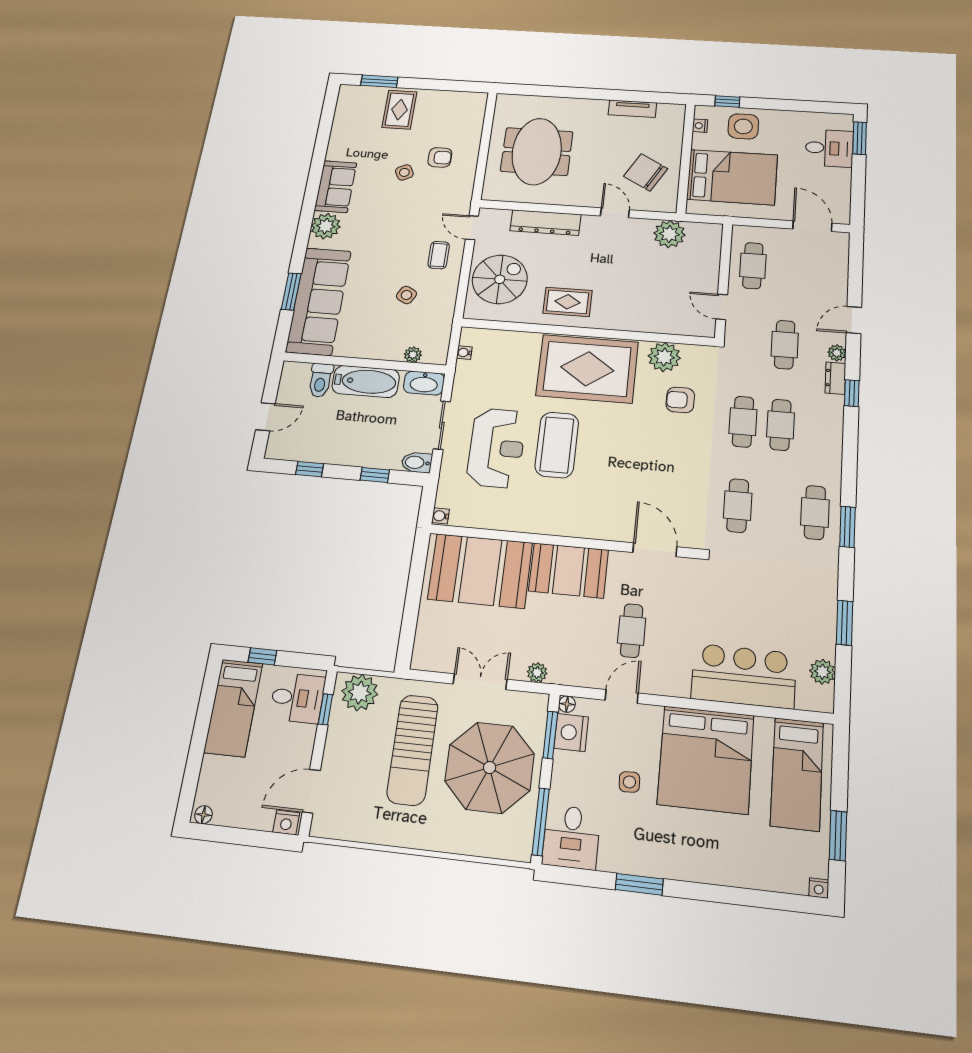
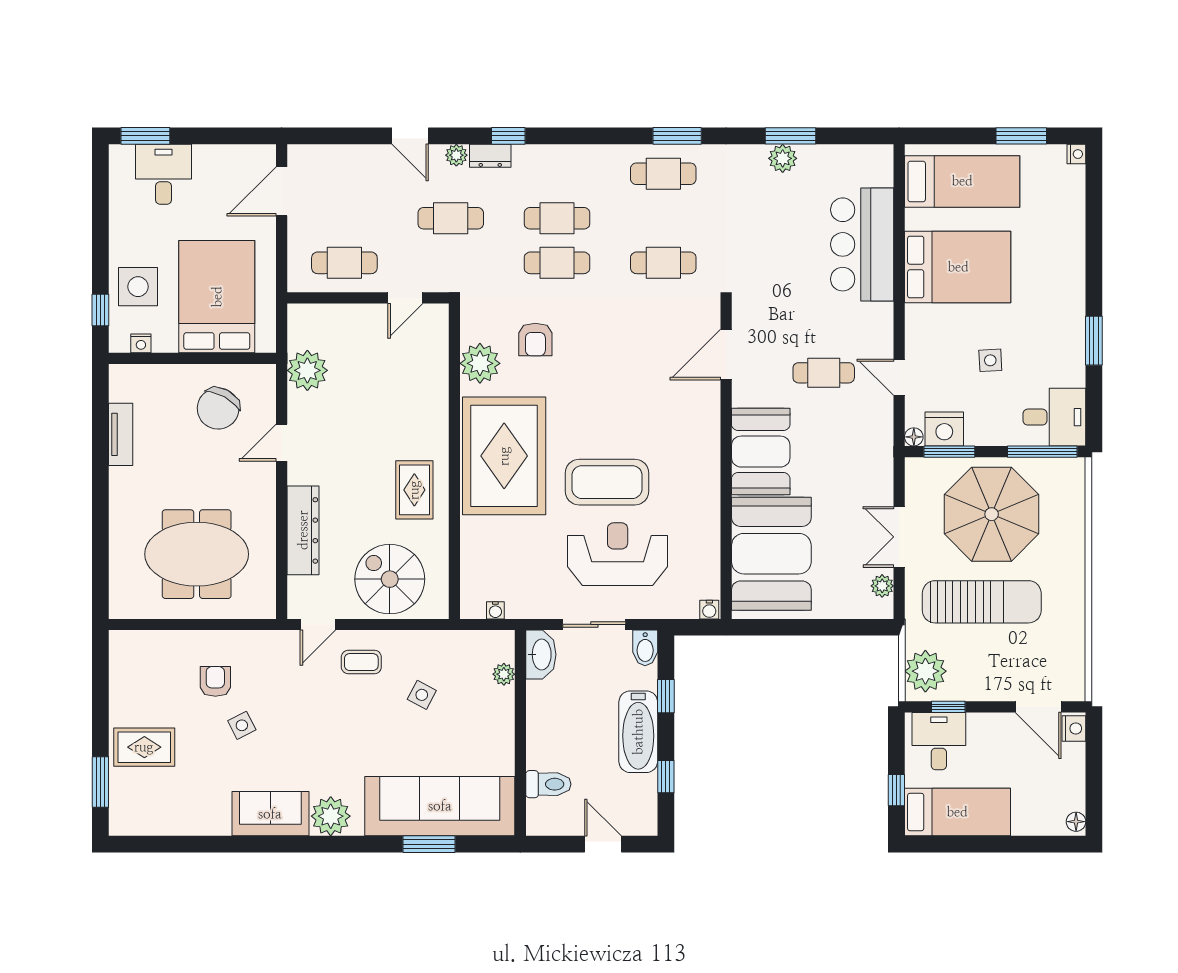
bathtub: (366, 381) -> (638, 732), moved, turned 180
plant: (822, 672) -> (783, 158), moved
plant: (537, 673) -> (882, 586), moved
bed: (706, 760) -> (958, 267), width x0.73

